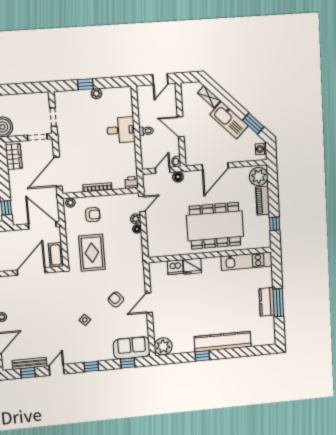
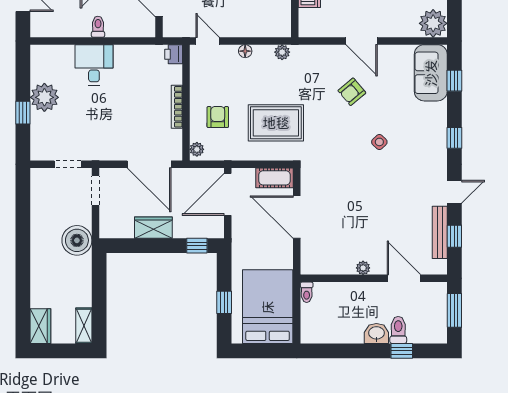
plant: (96, 94) -> (44, 97), width x1.88, depth x1.88
wardrobe: (14, 157) -> (153, 228), moved
plant: (136, 219) -> (282, 52), moved
door: (57, 370) -> (454, 192), swing flipped

